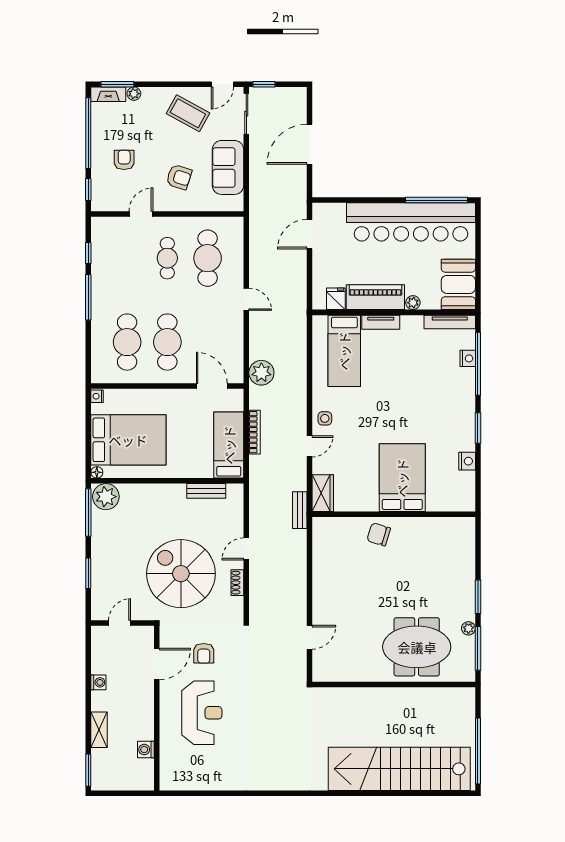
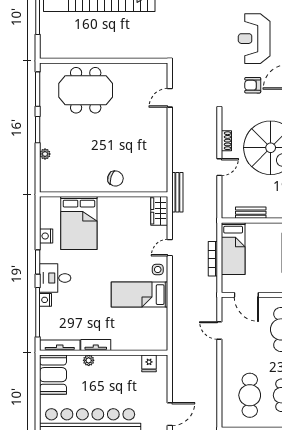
piano: (375, 297) -> (118, 365), removed
door: (246, 299) -> (219, 330), moved
tv unit: (381, 322) -> (96, 345), moved
bed: (344, 351) -> (140, 295), moved, turned -90
nightstand: (468, 358) -> (46, 300), moved
plant: (261, 373) -> (207, 305), removed
desk: (455, 408) -> (55, 278), added
bed: (402, 478) -> (79, 223), moved
bench: (300, 510) -> (177, 192), width x1.36
plant: (468, 628) -> (45, 154), moved
armchair: (204, 653) -> (253, 85), turned -90

